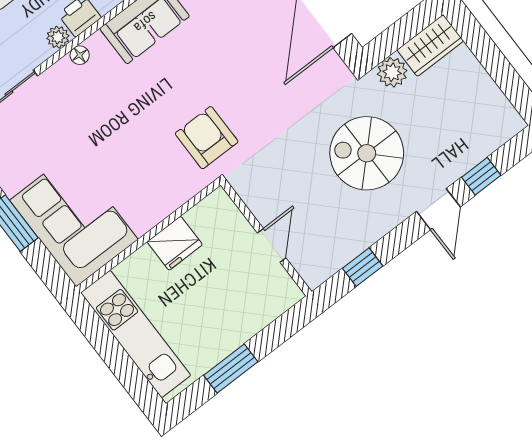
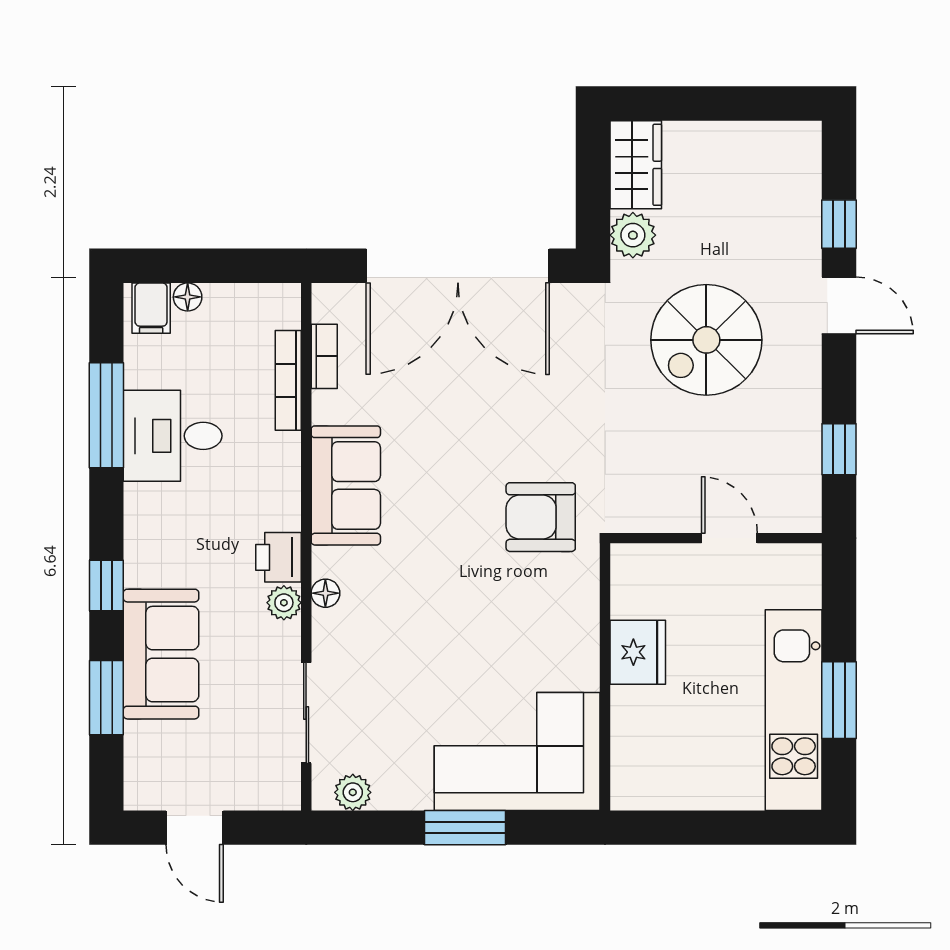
kitchen unit: (136, 334) -> (794, 710), moved, turned -90

